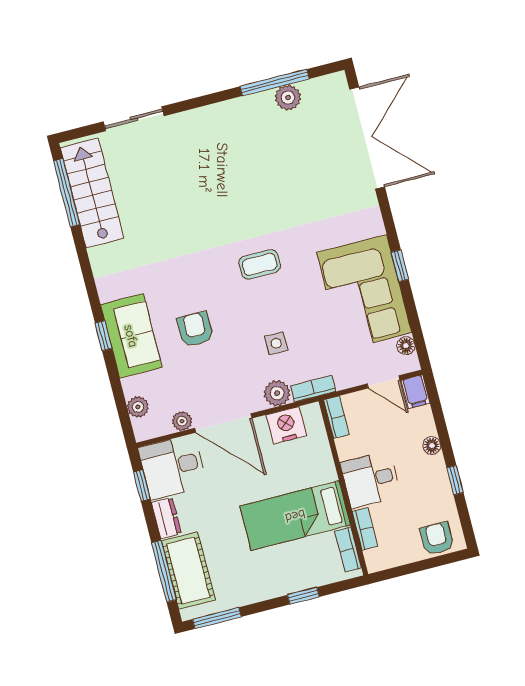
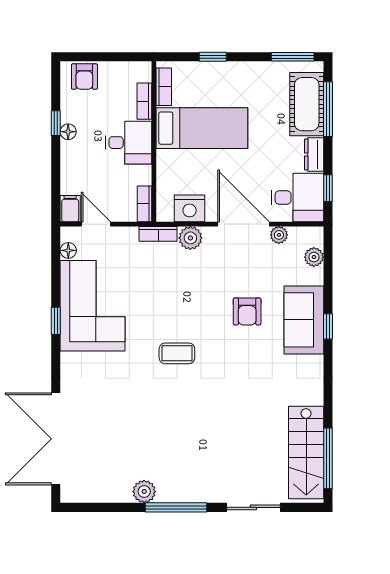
window: (275, 83) -> (176, 507), moved
plant: (288, 98) -> (144, 492), moved
side table: (276, 343) -> (180, 281), removed
floor lamp: (432, 446) -> (68, 132), moved

